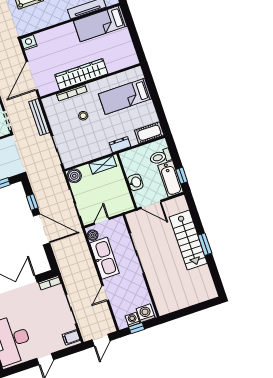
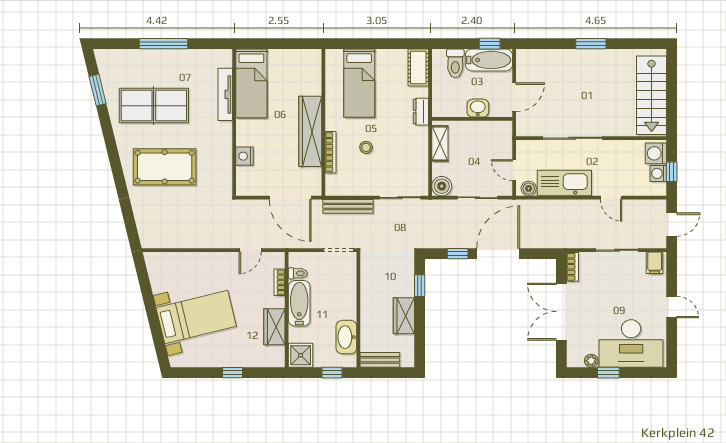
nightstand: (29, 42) -> (245, 156), moved
stairs: (188, 240) -> (652, 95), moved, turned 90
door: (101, 340) -> (672, 225), hinge flipped

